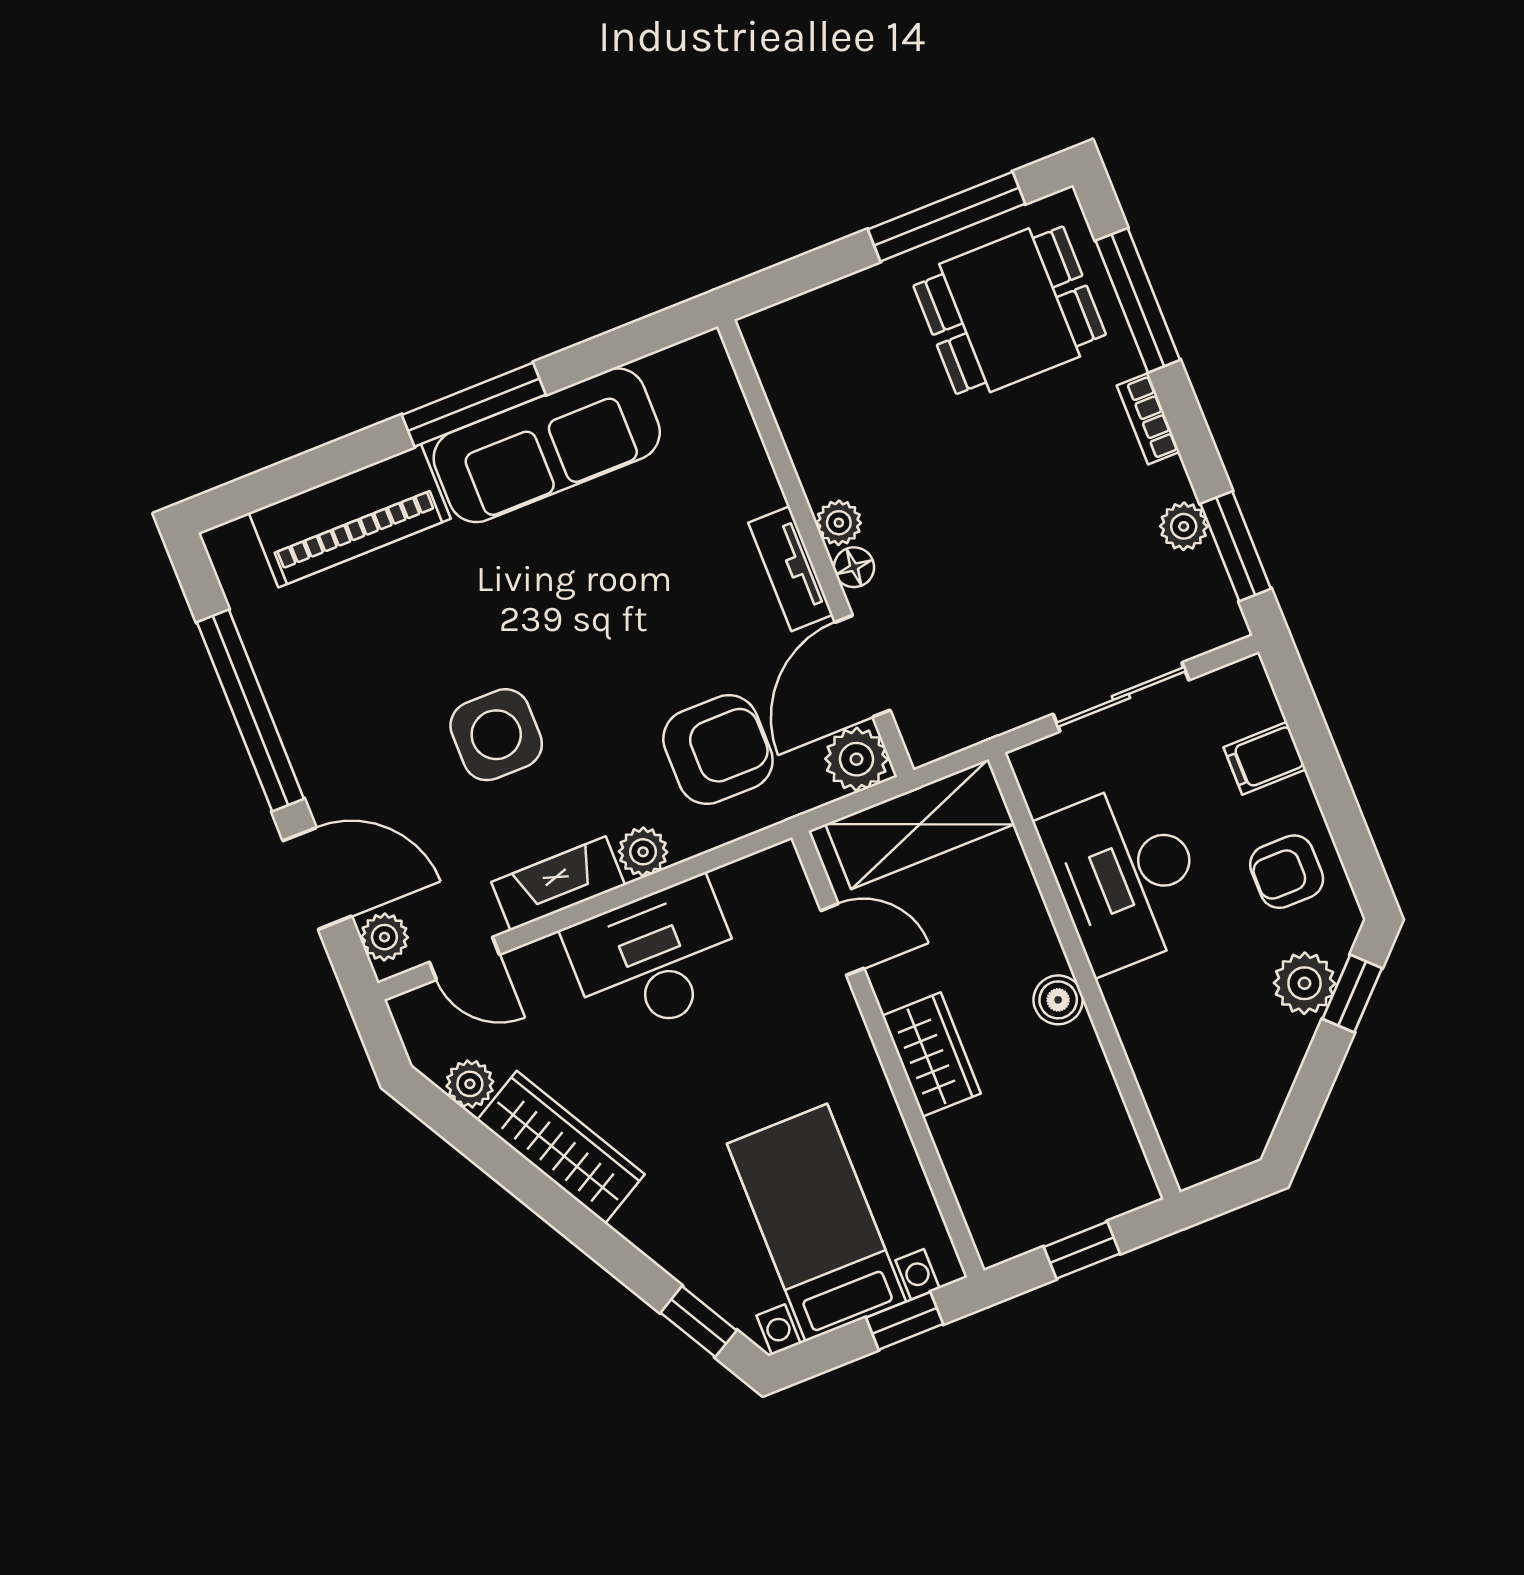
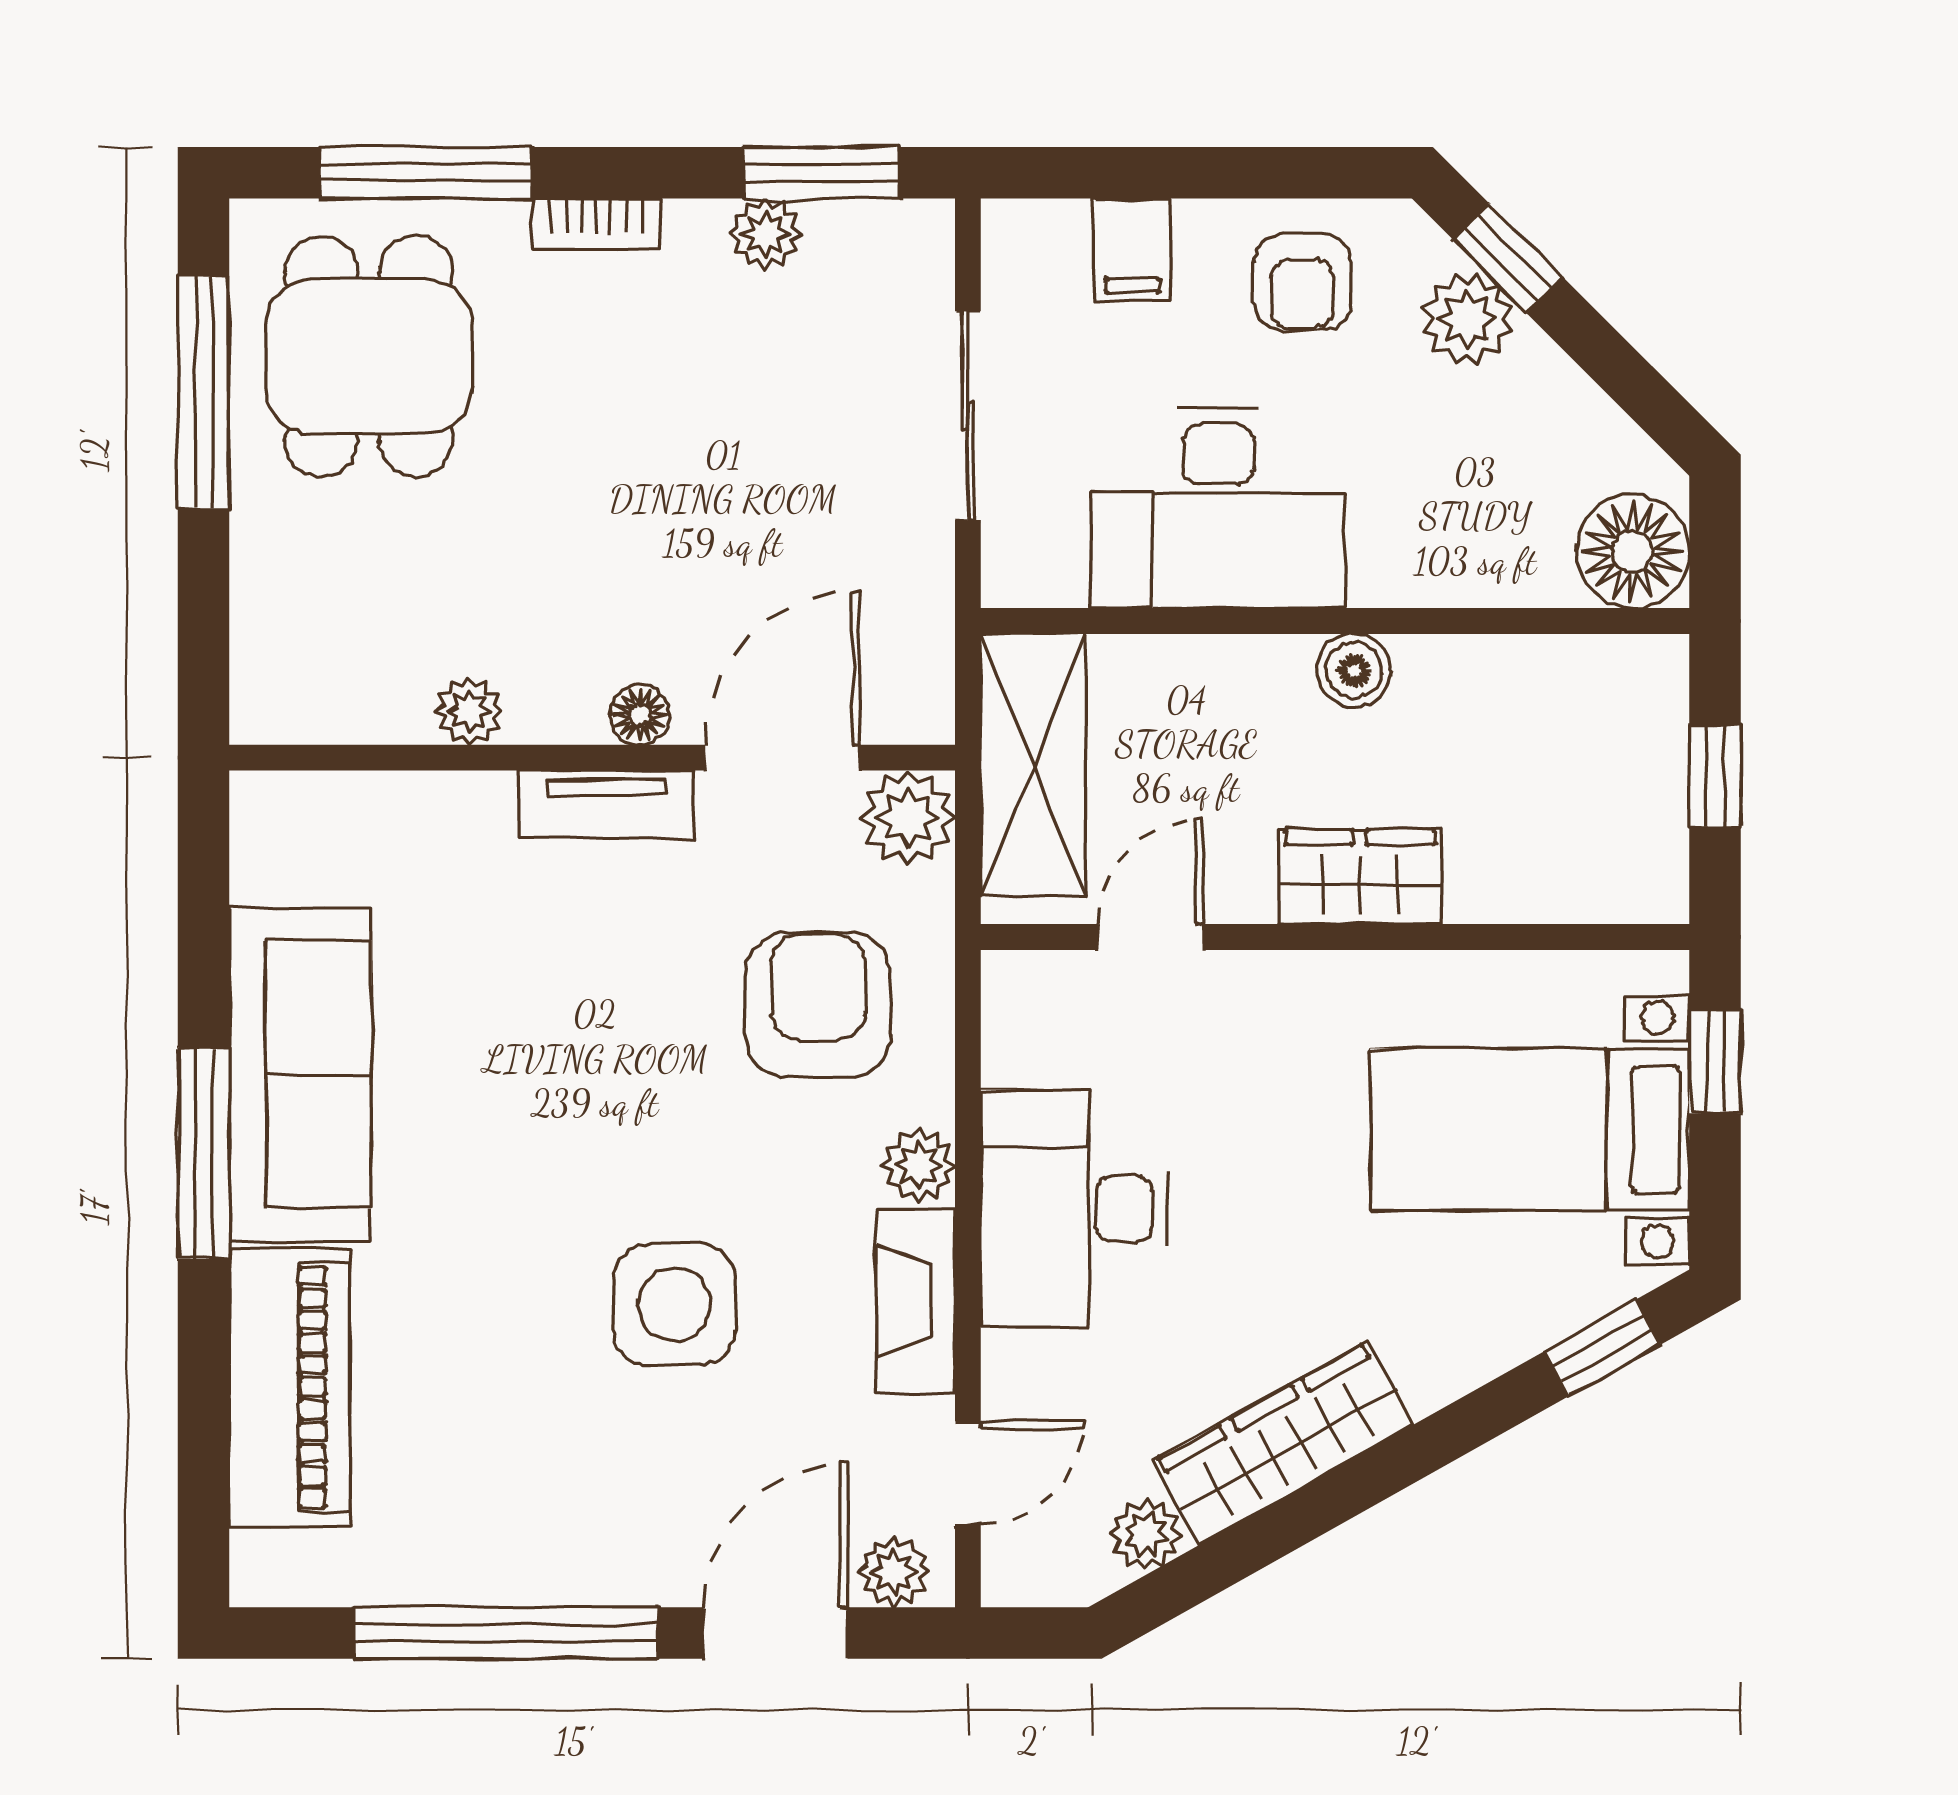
plant: (839, 523) -> (470, 711), moved
door: (863, 666) -> (782, 758), swing flipped
floor lamp: (1201, 1144) -> (1633, 551), added

